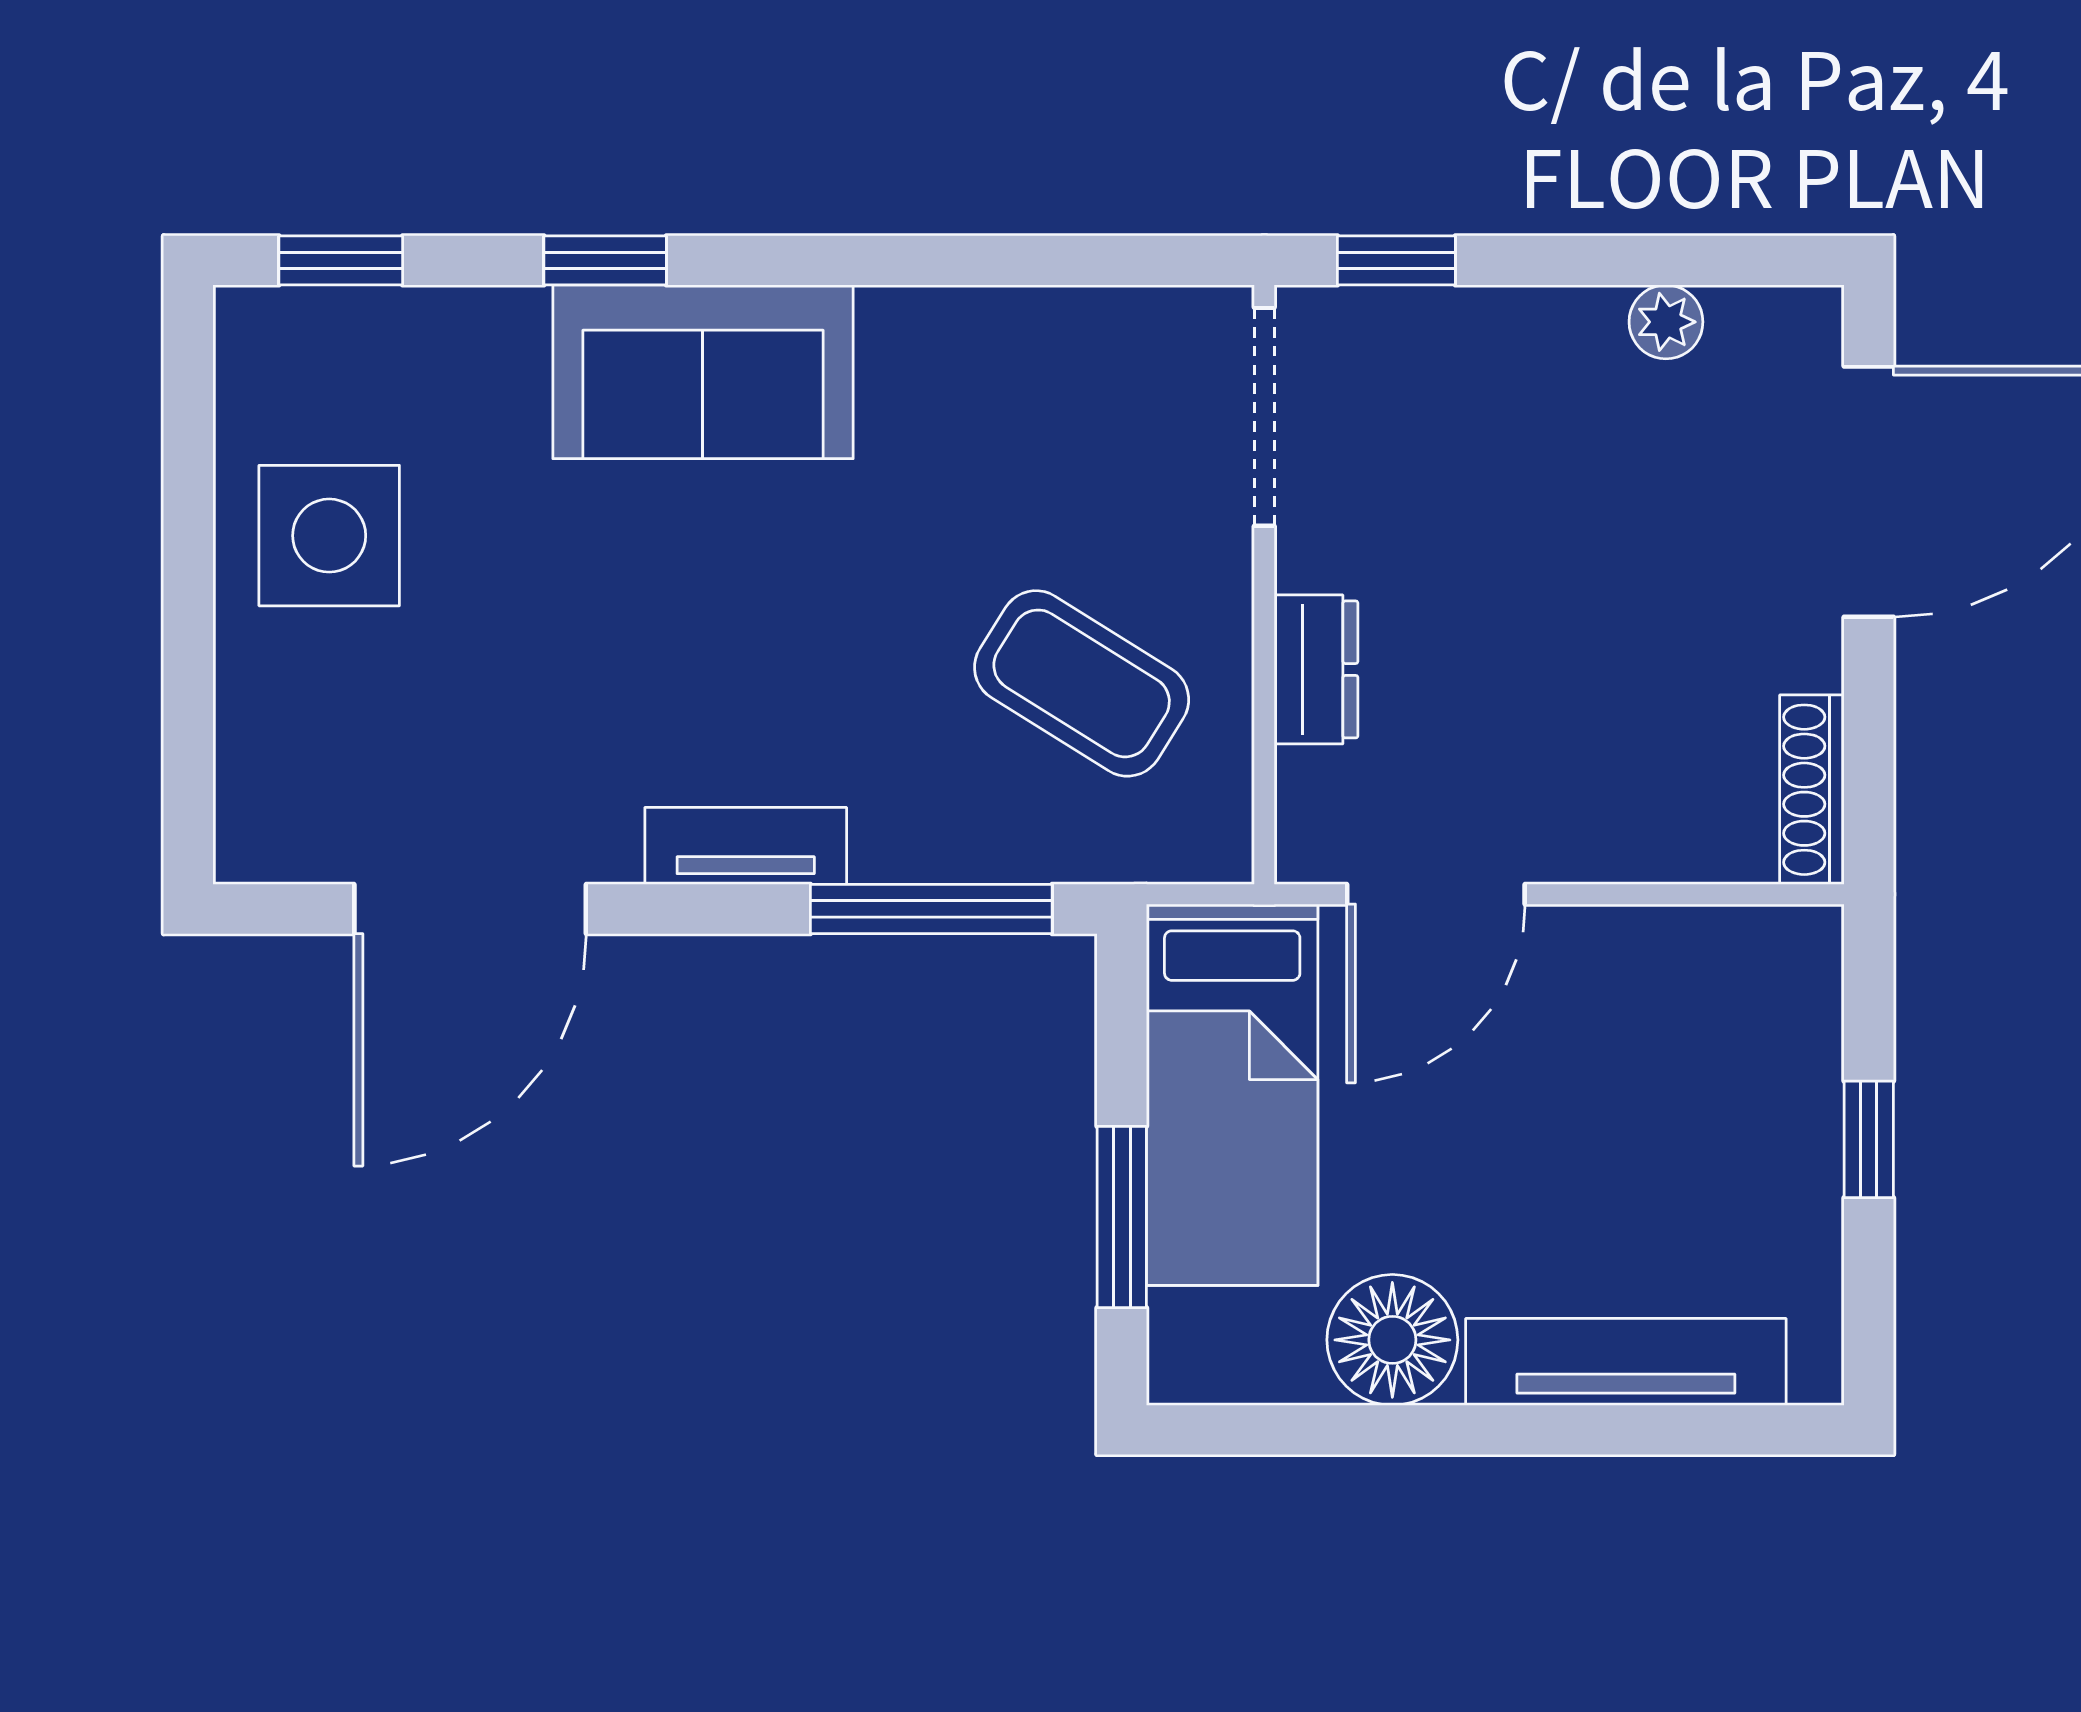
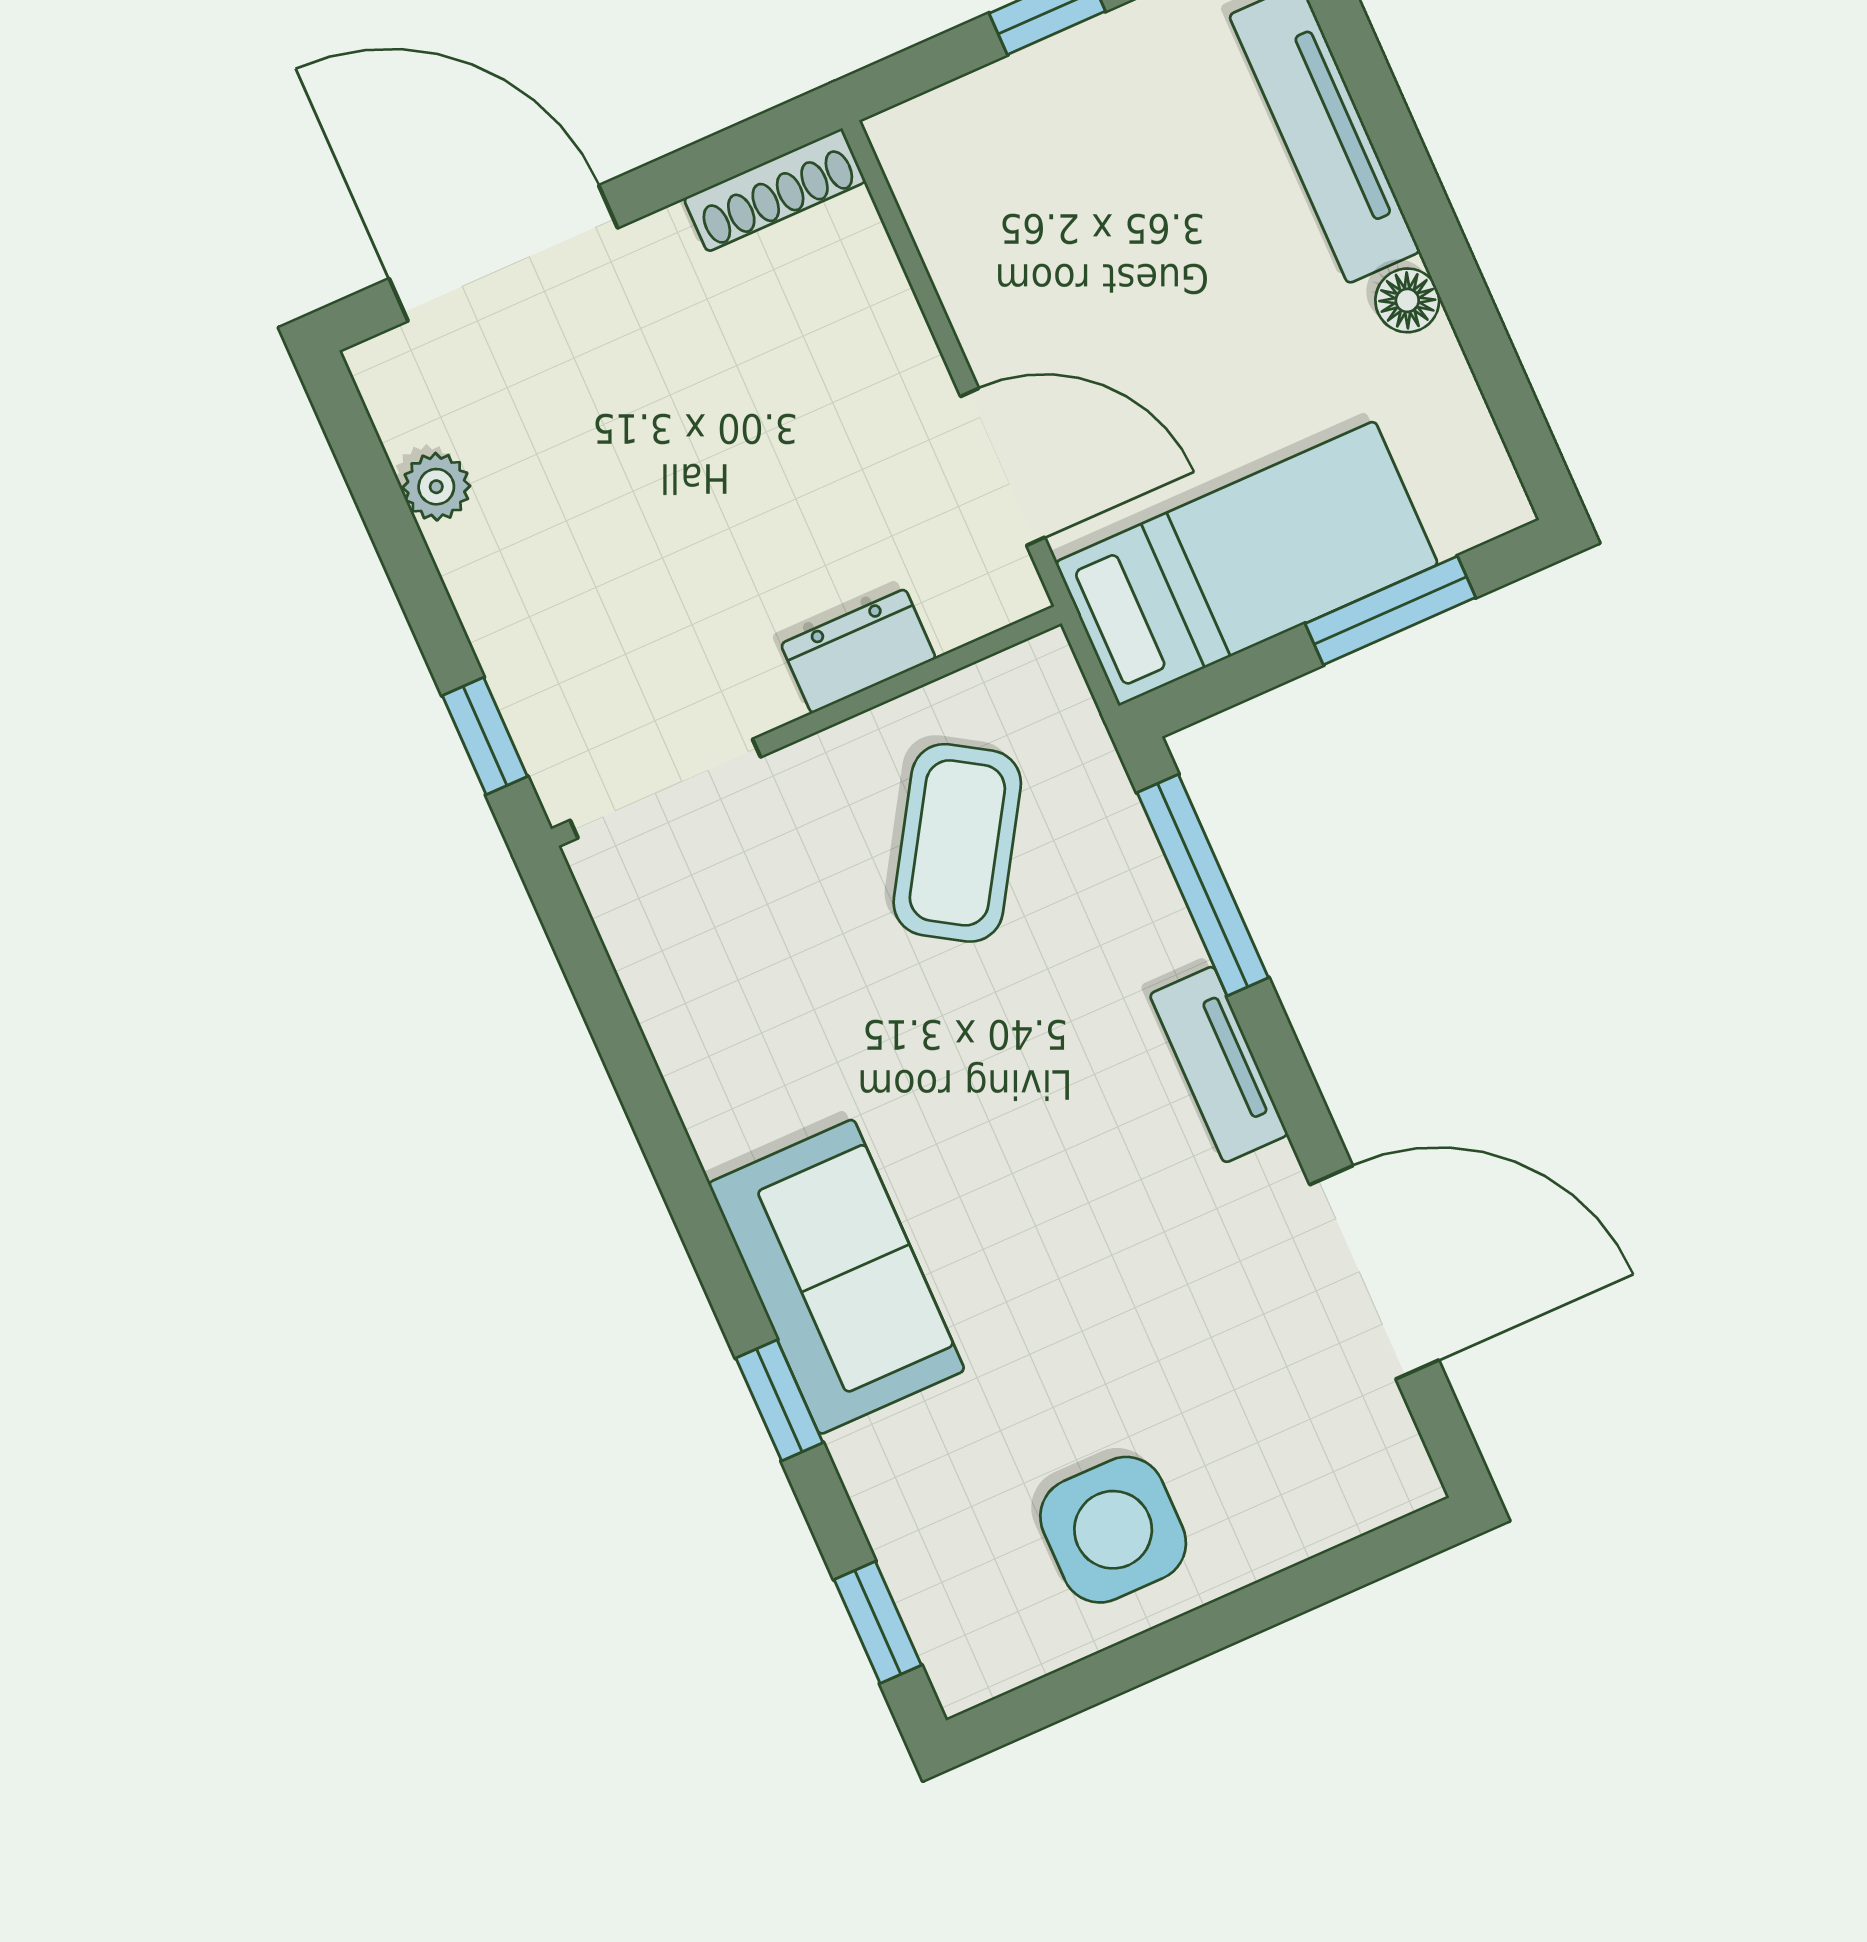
floor lamp: (1392, 1340) -> (1407, 300), width x0.53, depth x0.53

